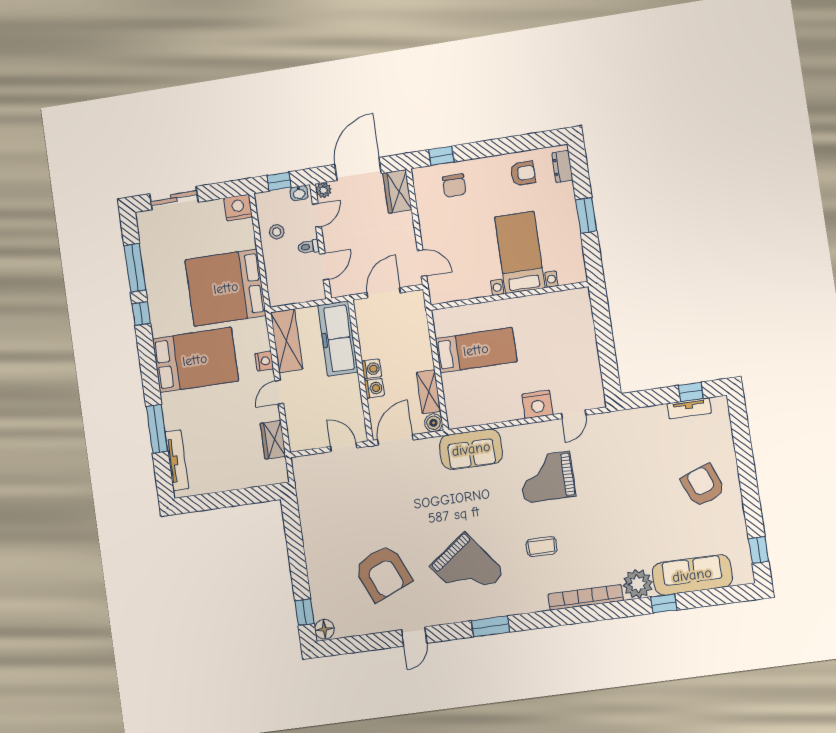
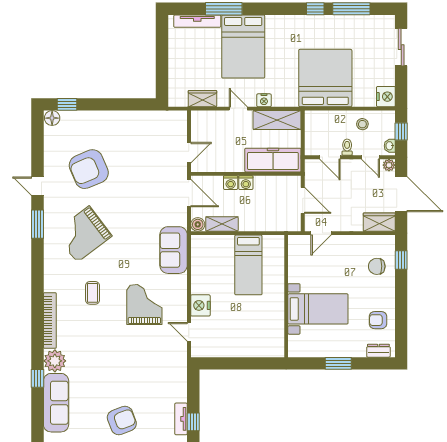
armchair: (523, 173) -> (378, 320), turned 90
bed: (195, 360) -> (243, 47), moved
window: (491, 626) -> (37, 224), moved

